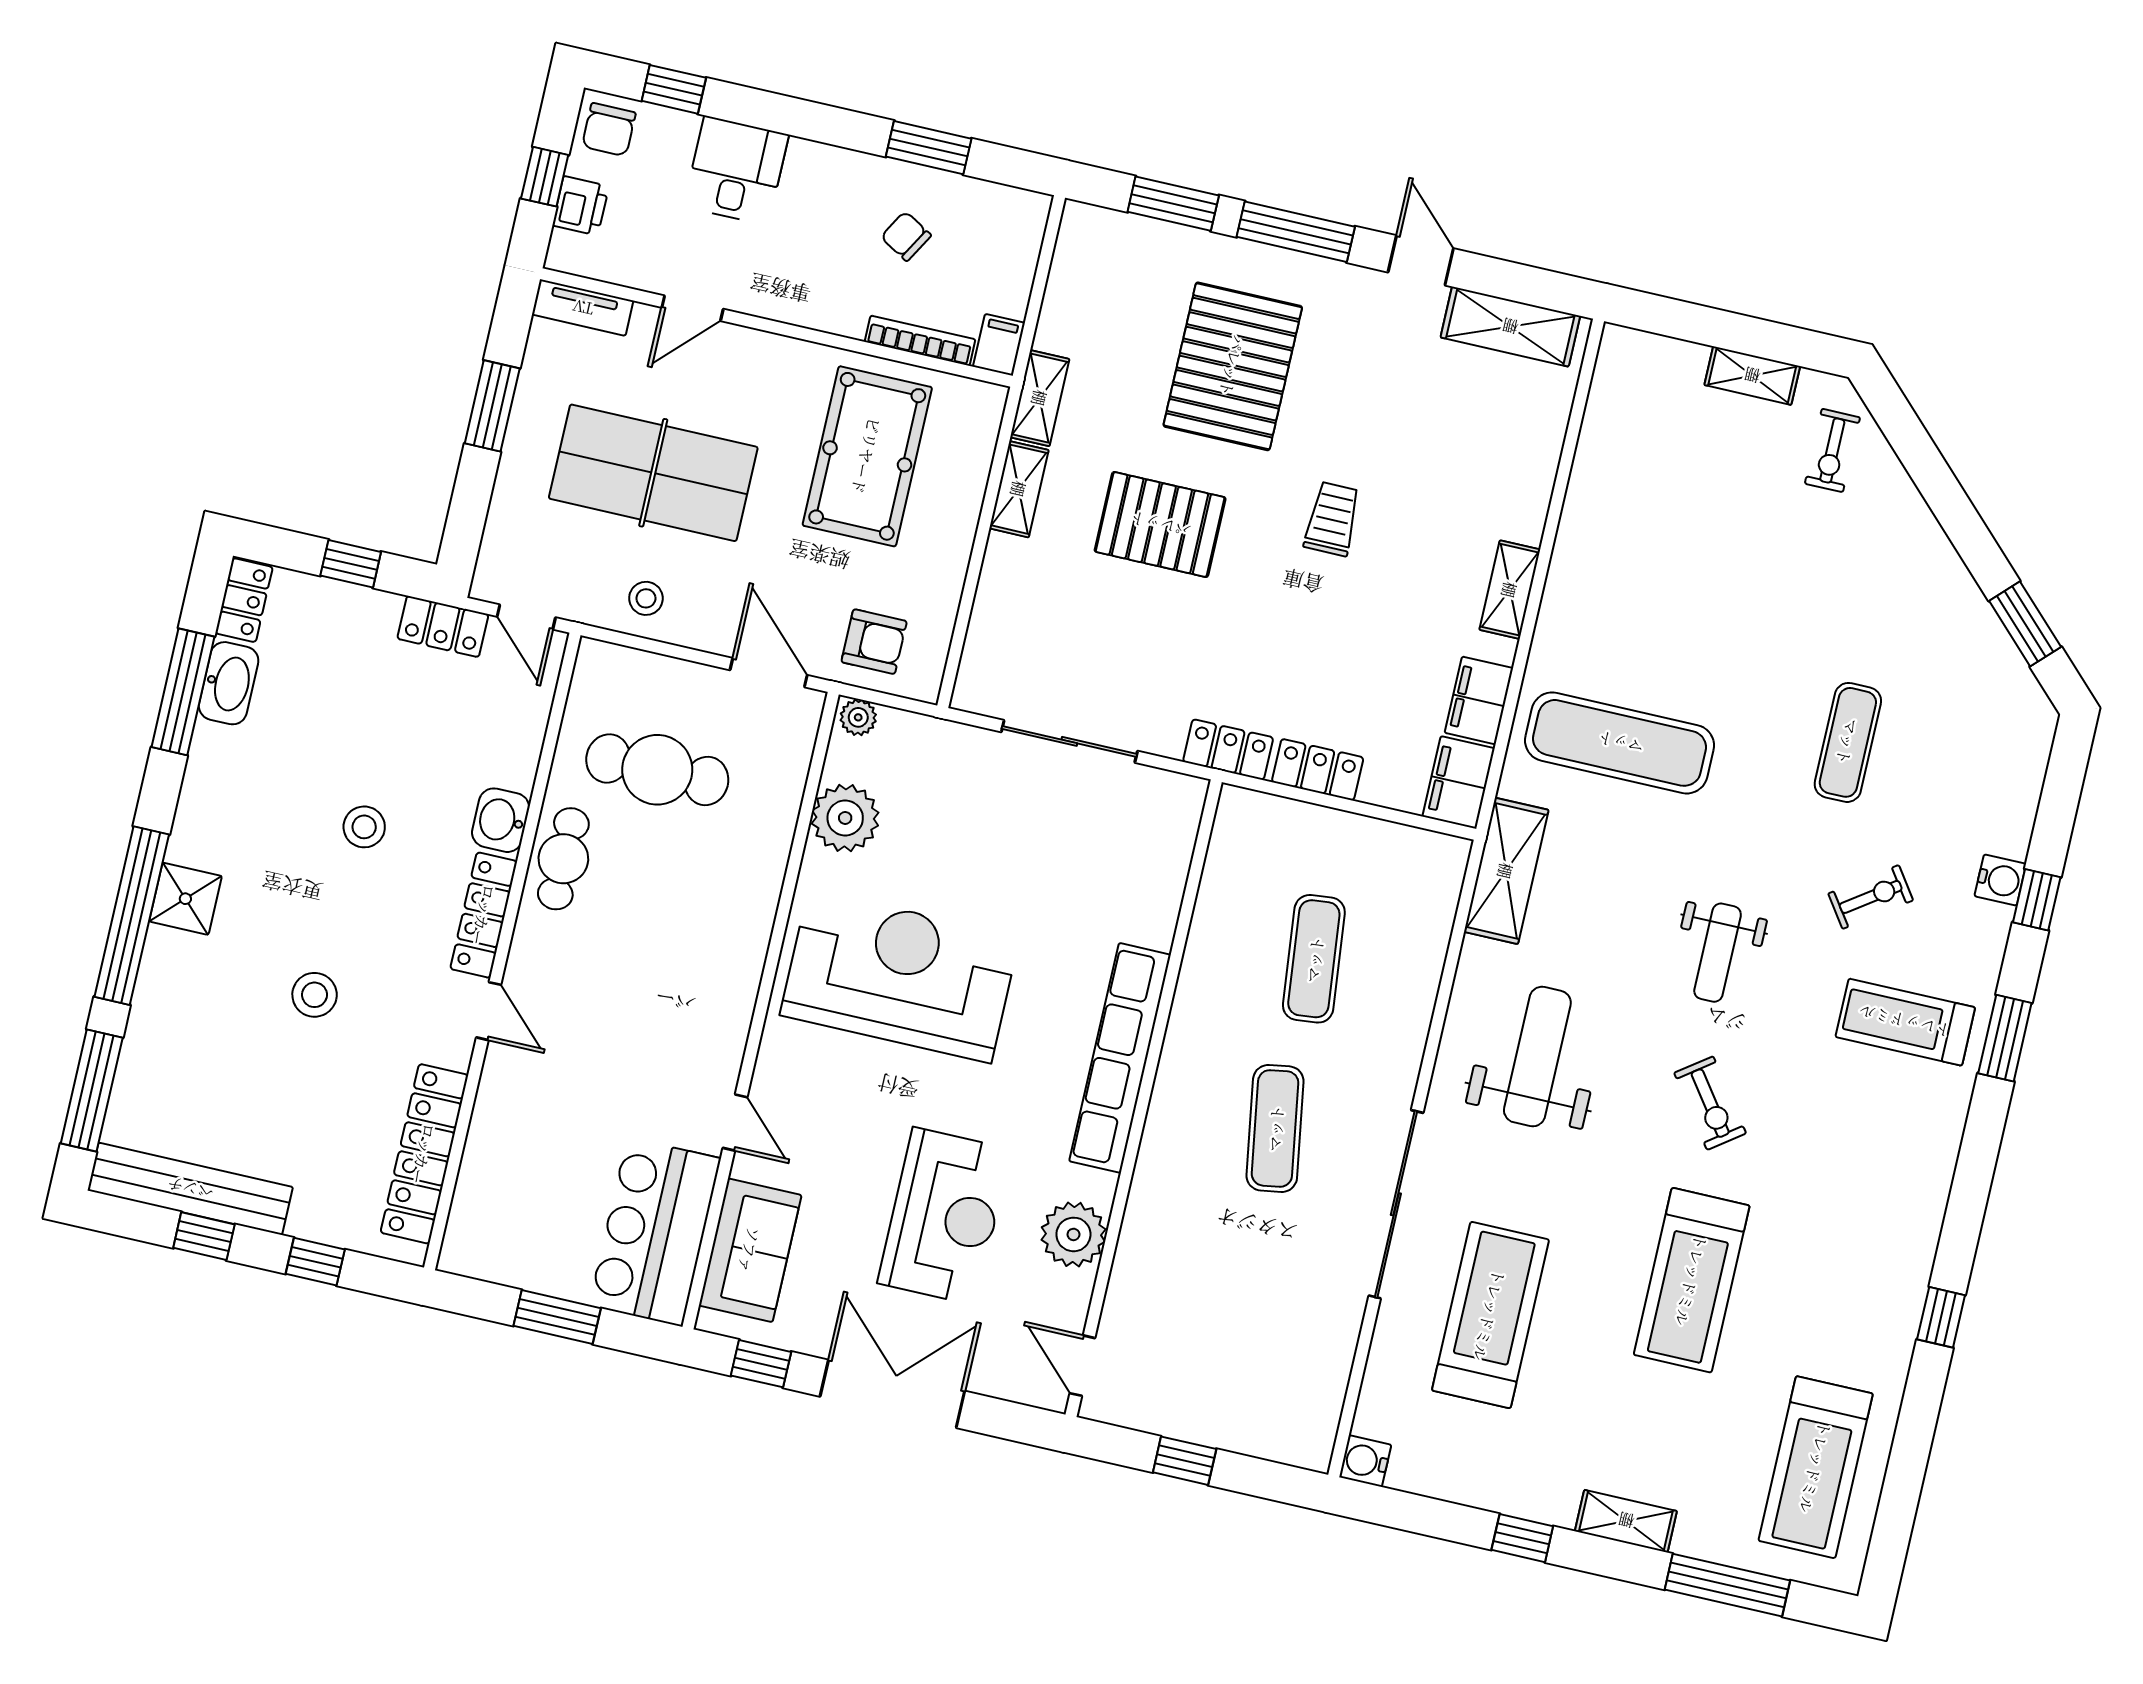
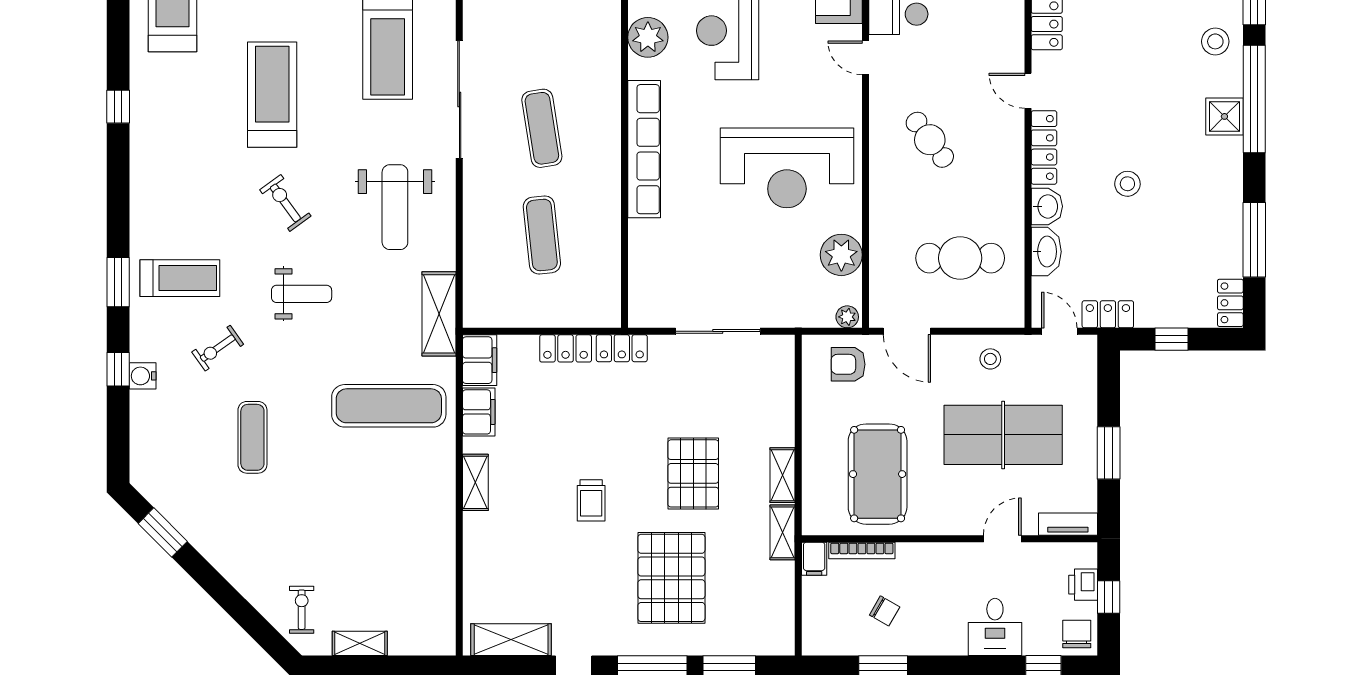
pallet: (1160, 525) -> (693, 473), turned 90
washbasin: (229, 683) -> (1046, 252), moved, turned 180
cafe table: (563, 859) -> (930, 140), moved, turned -37
weight bench: (1718, 953) -> (302, 294), turned 90
stool: (315, 995) -> (1215, 41), moved

